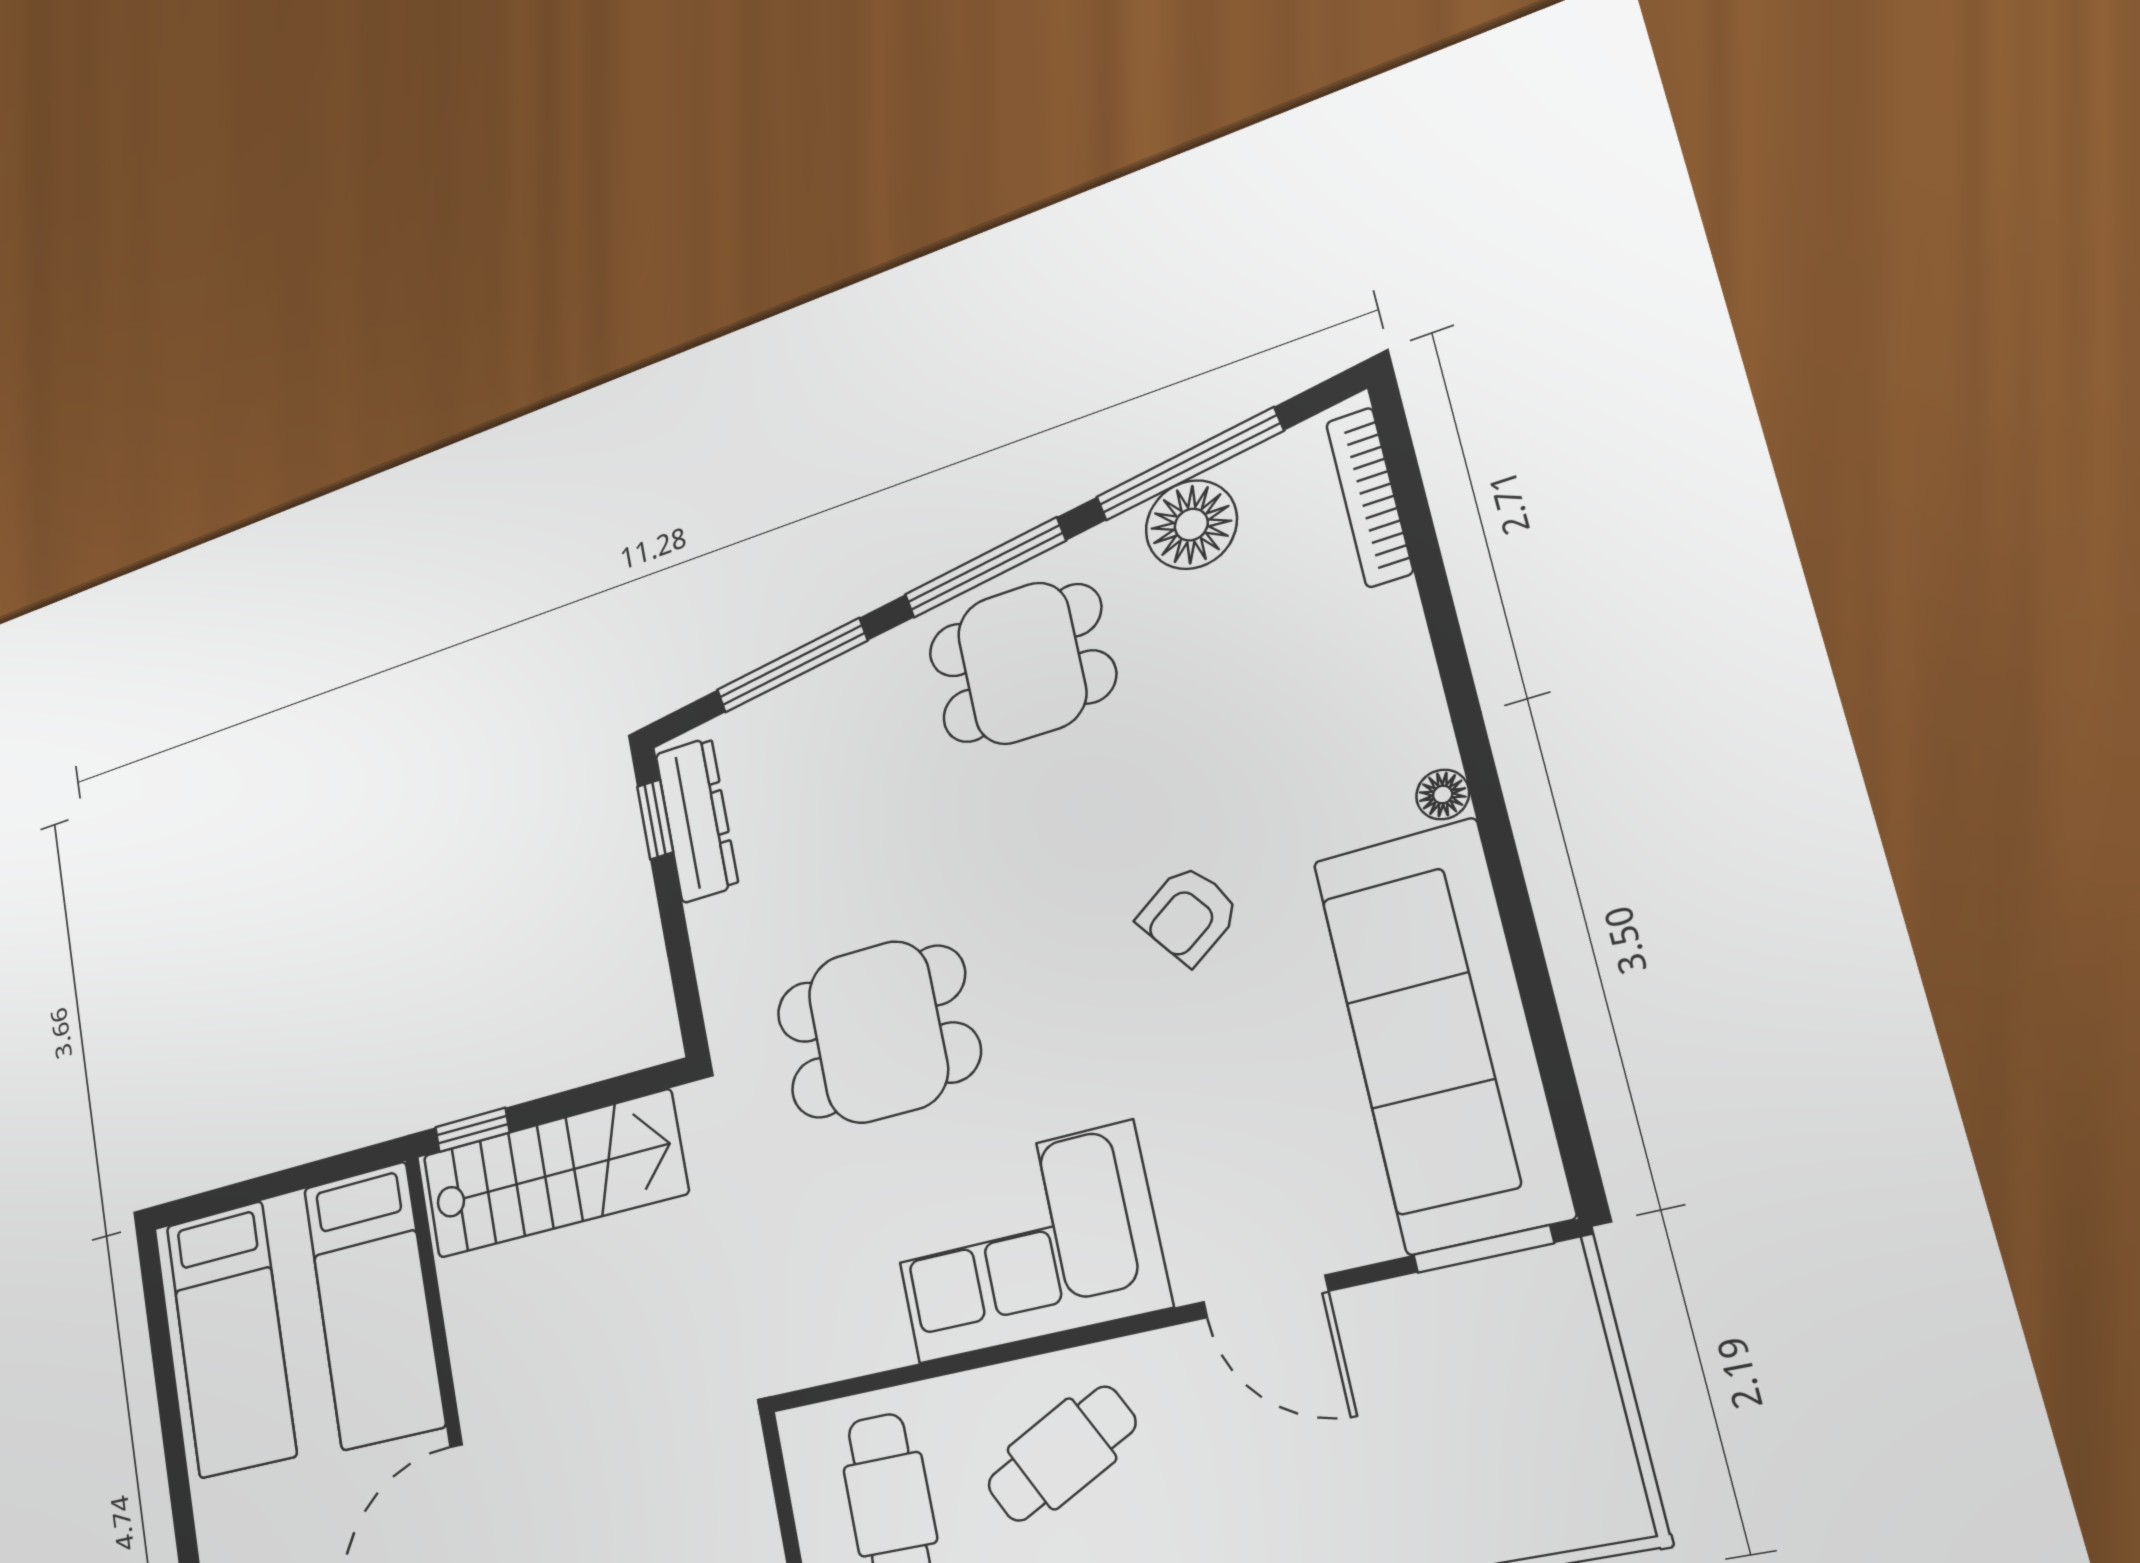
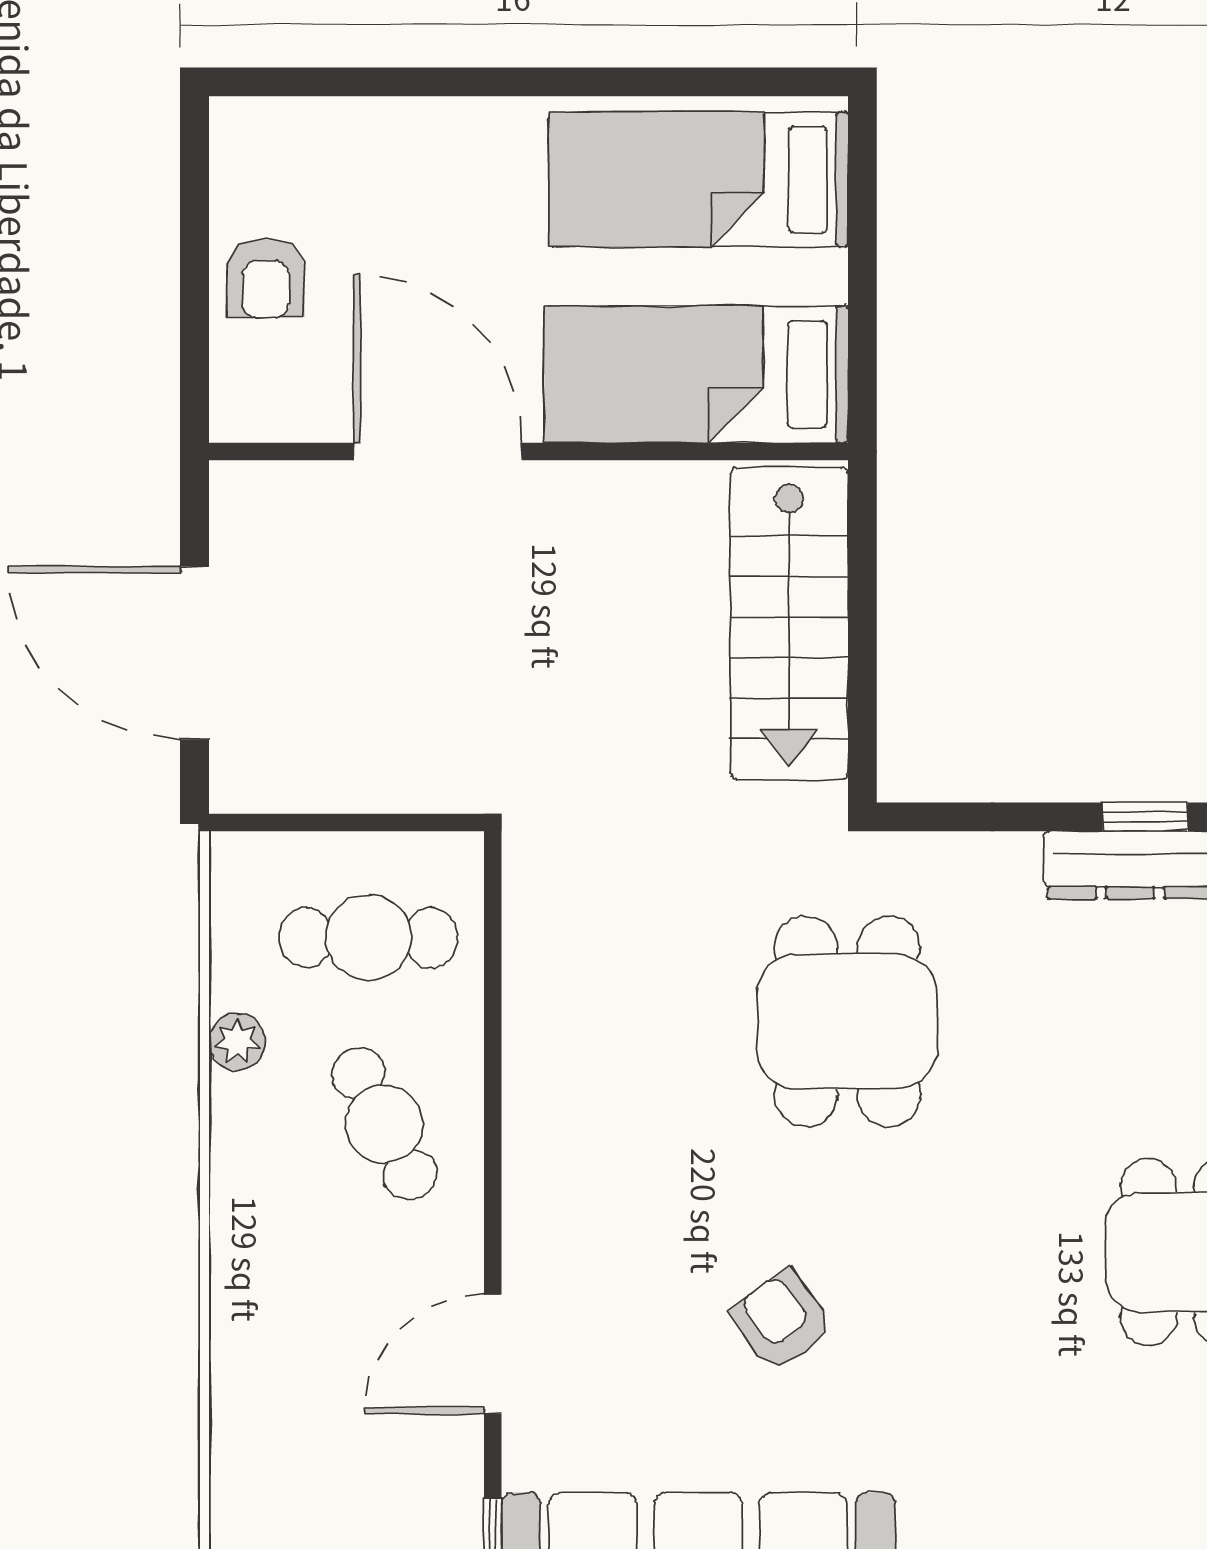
armchair: (1188, 915) -> (782, 1320), moved
window: (472, 1130) -> (862, 533), removed
corner sofa: (1025, 1243) -> (597, 1131), removed

